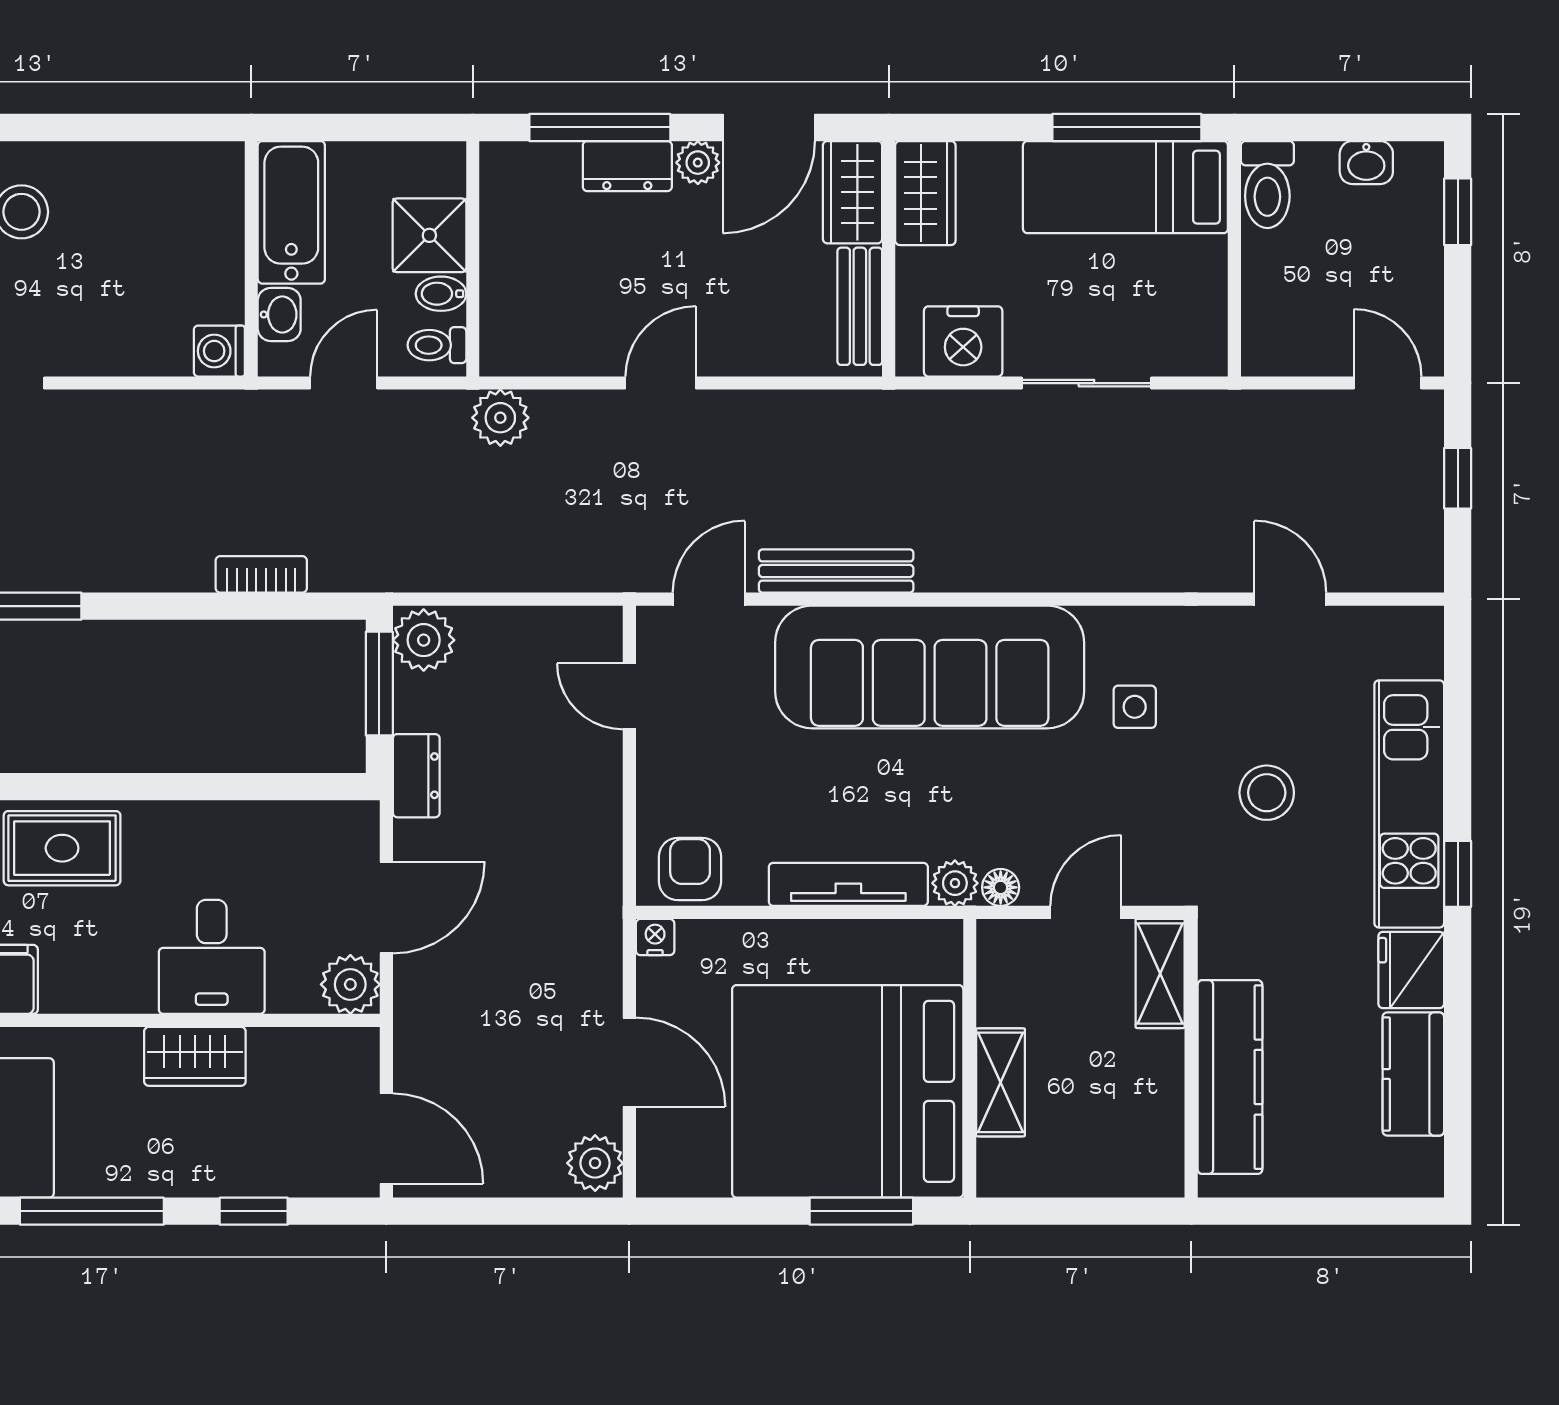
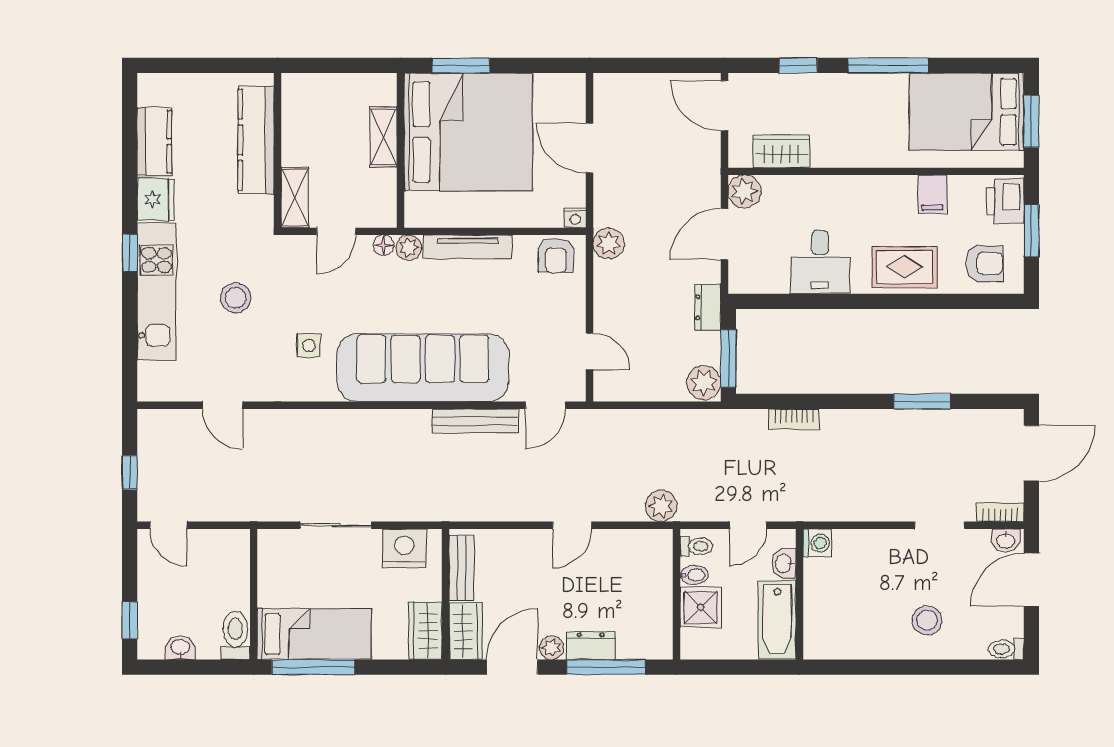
desk: (212, 957) -> (820, 262), moved, turned 180
wardrobe: (195, 1056) -> (782, 151), moved
plant: (595, 1163) -> (609, 243), moved

